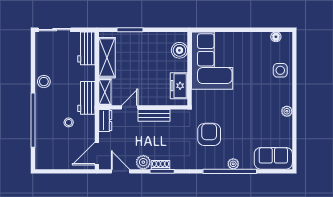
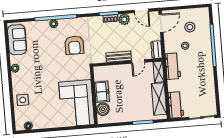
stool: (44, 82) -> (190, 27), moved
freezer: (179, 86) -> (102, 92), moved
sofa: (273, 158) -> (17, 40), moved, turned -90

